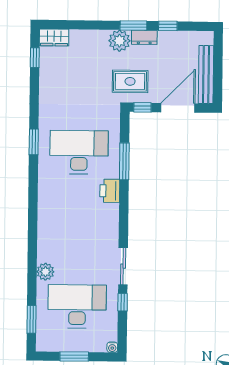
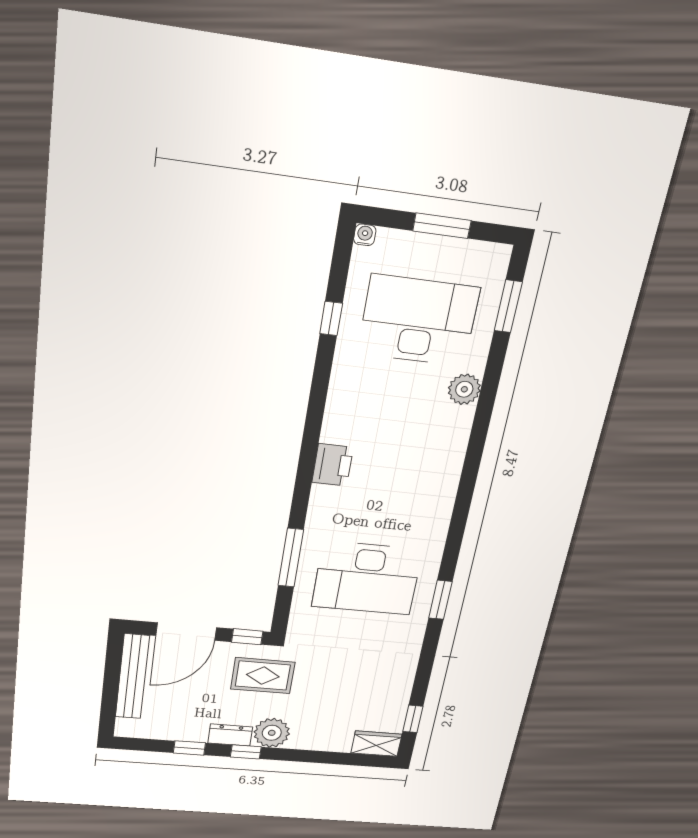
window: (133, 25) -> (246, 752), width x0.67
printer: (110, 191) -> (333, 465), moved
sliding door: (123, 266) -> (320, 384), removed
desk: (77, 306) -> (418, 321), turned 180

